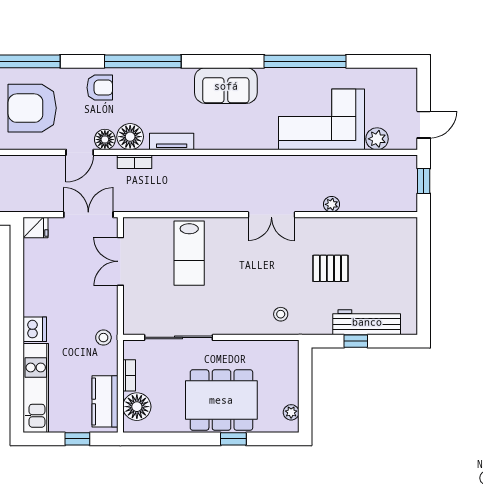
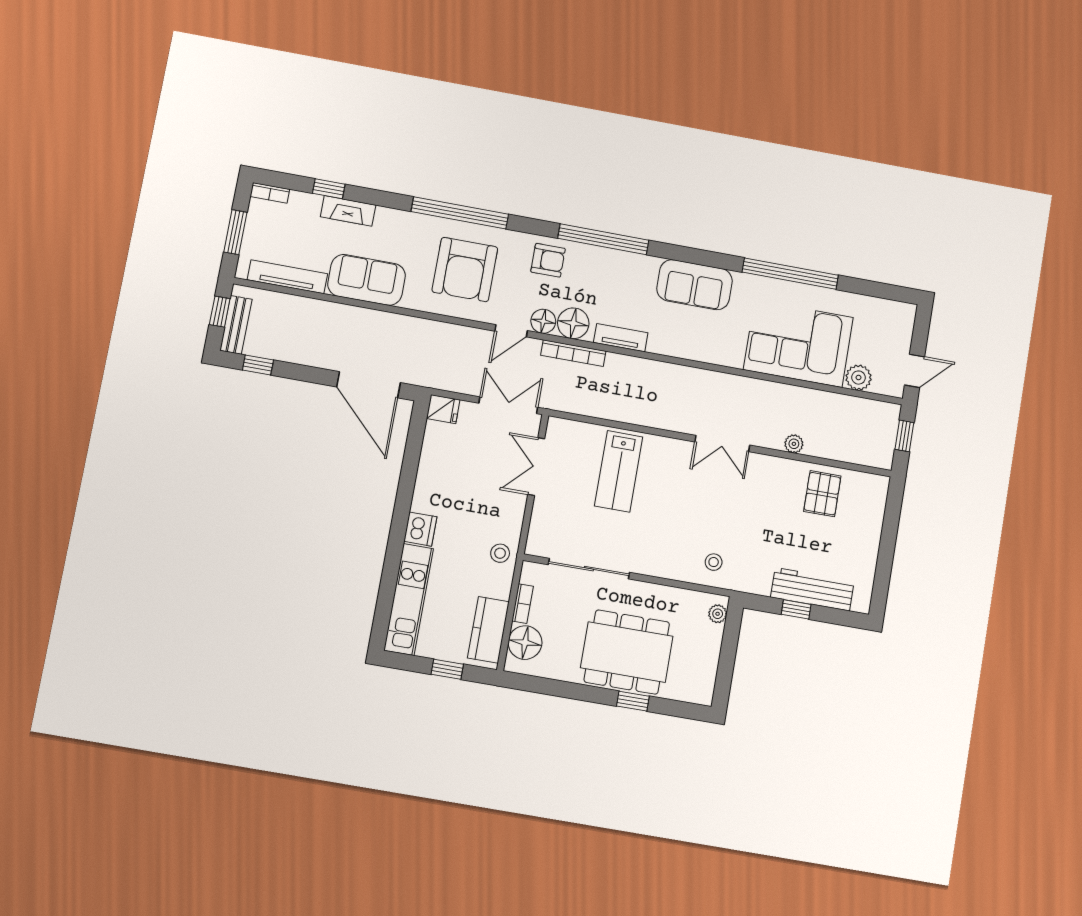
armchair: (32, 108) -> (465, 269), turned -90
bookcase: (134, 162) -> (573, 353), width x1.56
pallet: (330, 268) -> (822, 494), moved, turned 90
plant: (291, 412) -> (718, 614), moved

